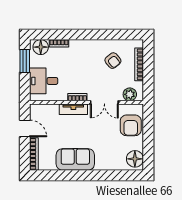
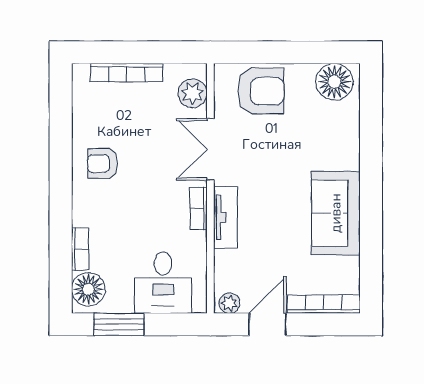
armchair: (113, 61) -> (103, 164), moved, turned -141
double door: (104, 102) -> (210, 149), swing flipped
plant: (34, 111) -> (229, 303), added

